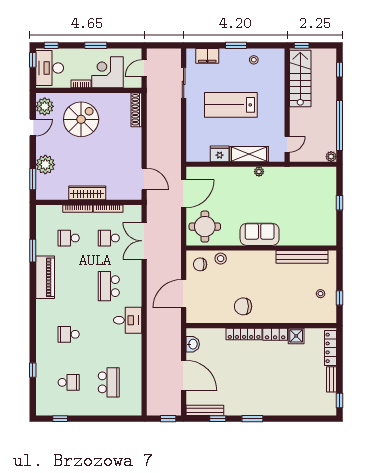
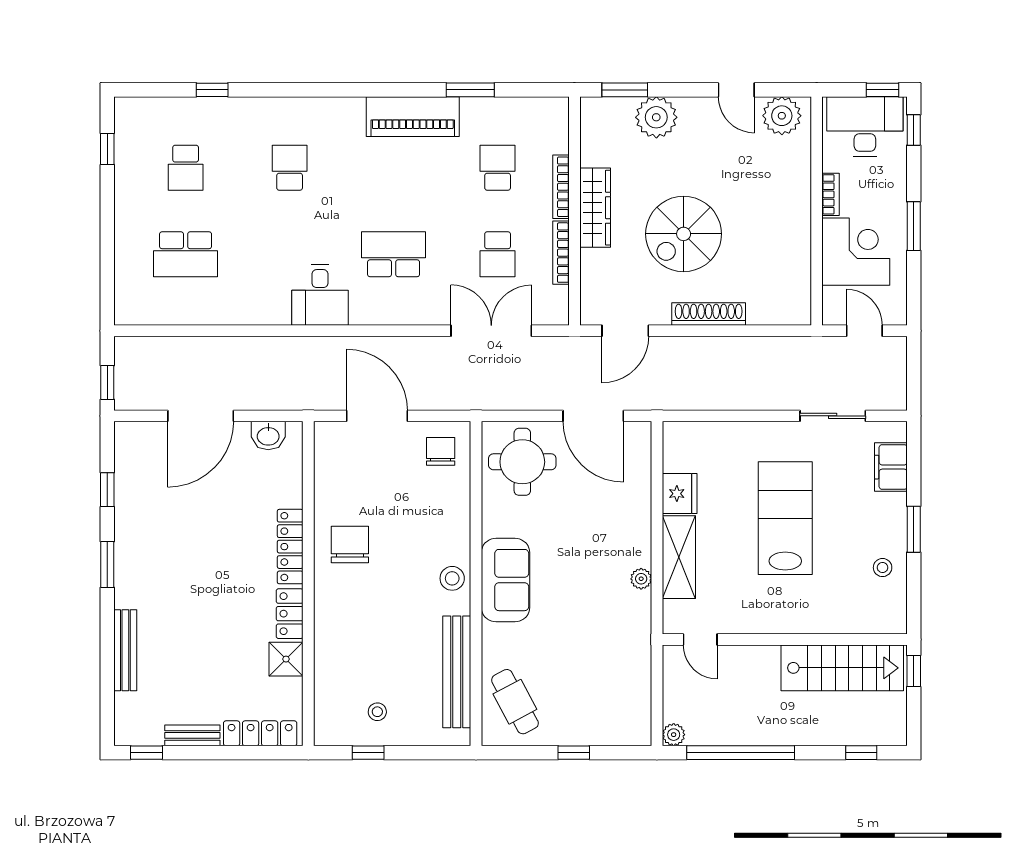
shoe rack: (136, 110) -> (709, 314), moved
spiral stairs: (81, 119) -> (684, 234), moved, turned 90
cafe table: (316, 230) -> (515, 702), added
school desk: (109, 238) -> (498, 254), turned 180
stool: (221, 259) -> (452, 578), moved
bench: (205, 410) -> (125, 650), moved

